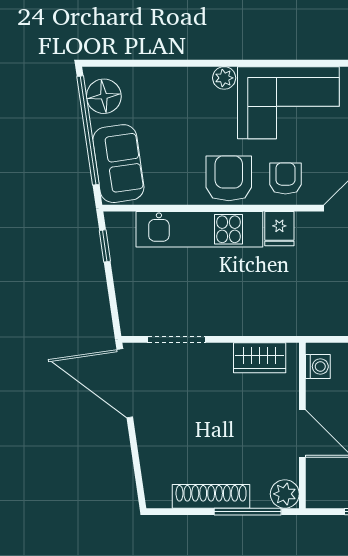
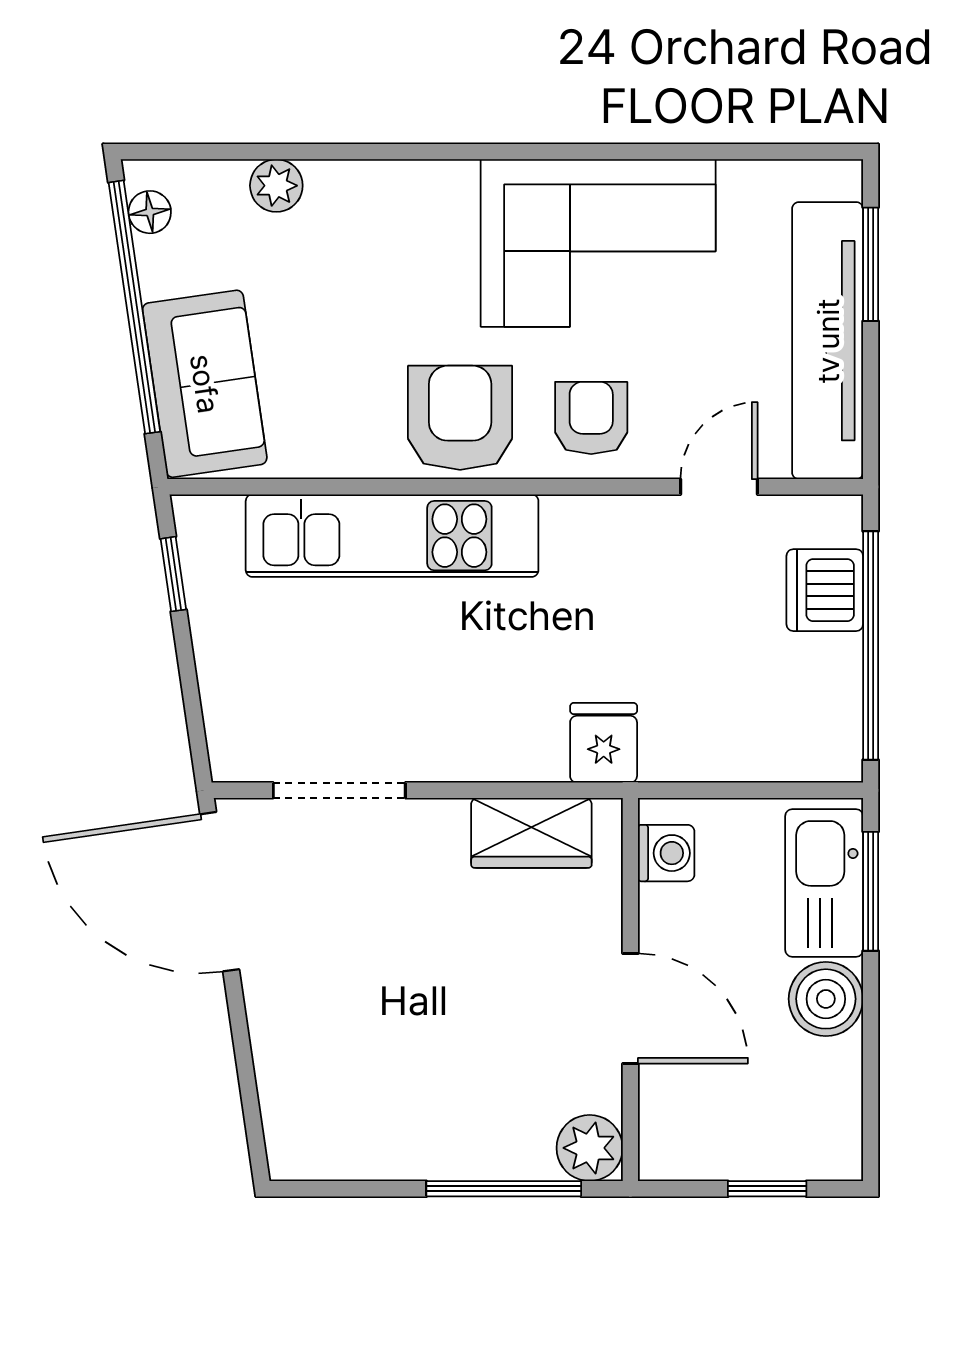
plant: (224, 78) -> (276, 186), moved
floor lamp: (104, 96) -> (150, 212), width x0.53, depth x0.53
fridge: (279, 229) -> (604, 743), moved, turned 180
shoe rack: (211, 496) -> (419, 1154), removed

